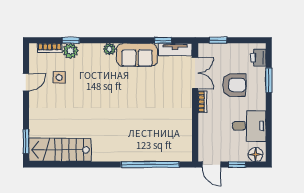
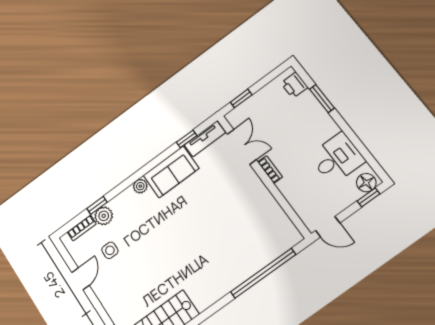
armchair: (234, 85) -> (290, 130), removed
window: (237, 165) -> (368, 197), moved

